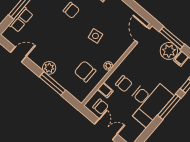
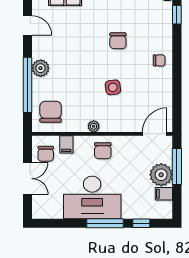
chair: (85, 71) -> (51, 112), moved
window: (52, 83) -> (27, 85), width x1.46
chair: (124, 84) -> (103, 151), moved

